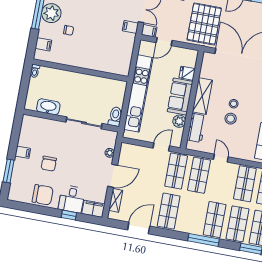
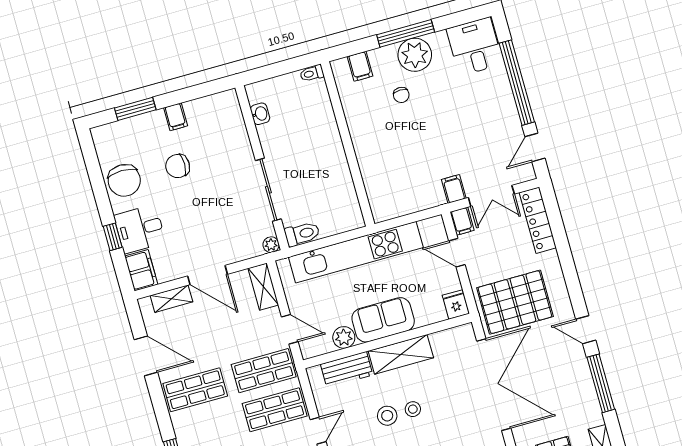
fridge: (187, 73) -> (456, 304), moved
washbasin: (48, 107) -> (260, 114), width x0.52, depth x0.69
shelving: (133, 150) -> (263, 287), added
plant: (110, 153) -> (271, 245), moved

